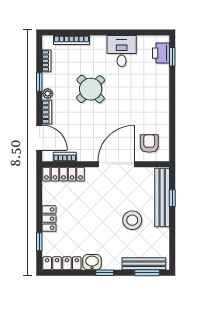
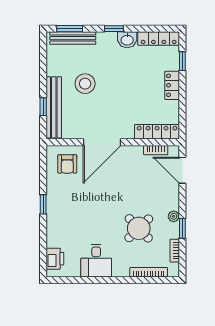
window: (172, 57) -> (43, 204), moved
round table: (91, 89) -> (139, 228), moved
bookcase: (47, 112) -> (174, 197), removed

